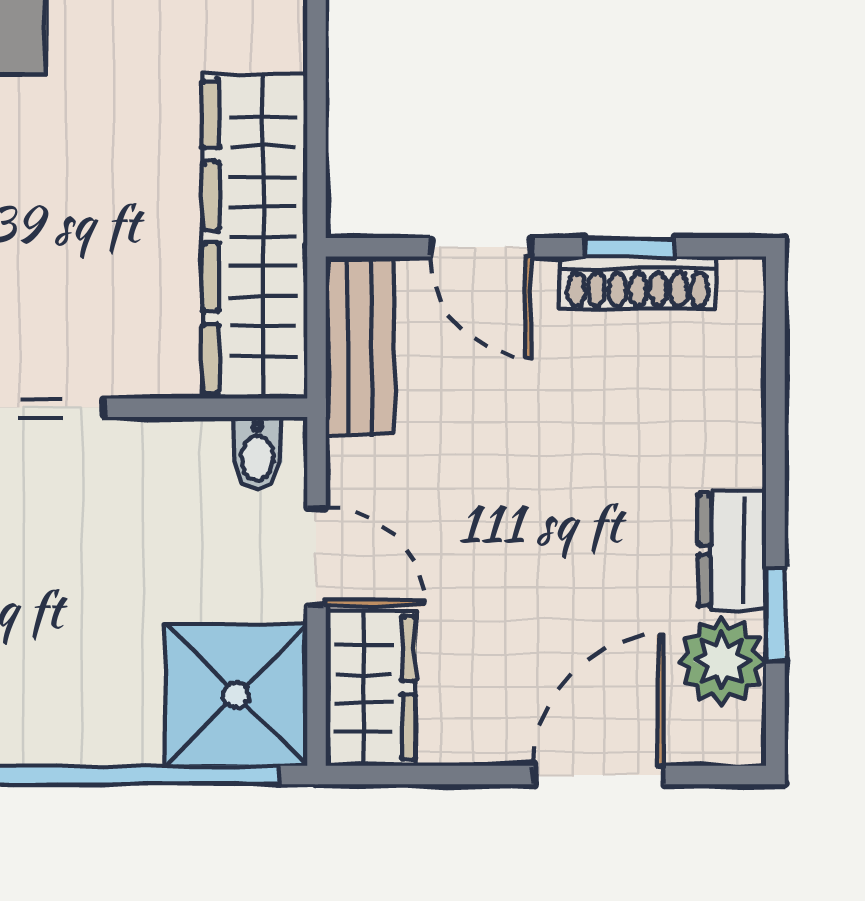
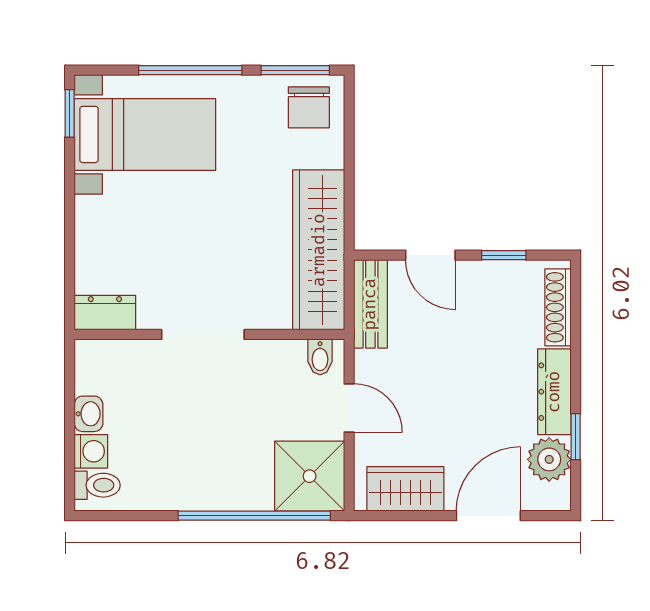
shoe rack: (638, 283) -> (558, 307), moved, turned 90
dresser: (732, 550) -> (554, 392), width x1.44
wardrobe: (371, 688) -> (405, 489), moved, turned -90

